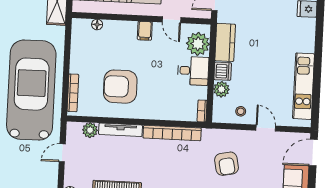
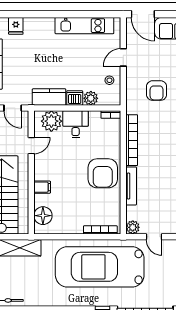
floor lamp: (97, 24) -> (43, 216), width x1.89, depth x1.89
filing cabinet: (145, 31) -> (42, 187), moved
armchair: (120, 87) -> (103, 173), moved
plant: (90, 130) -> (133, 227), moved
armchair: (227, 164) -> (157, 91), turned 102

